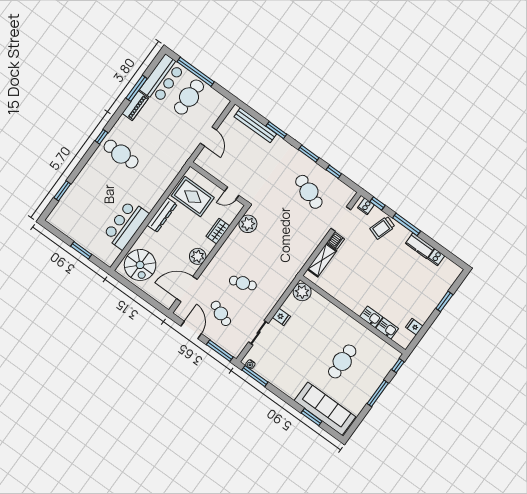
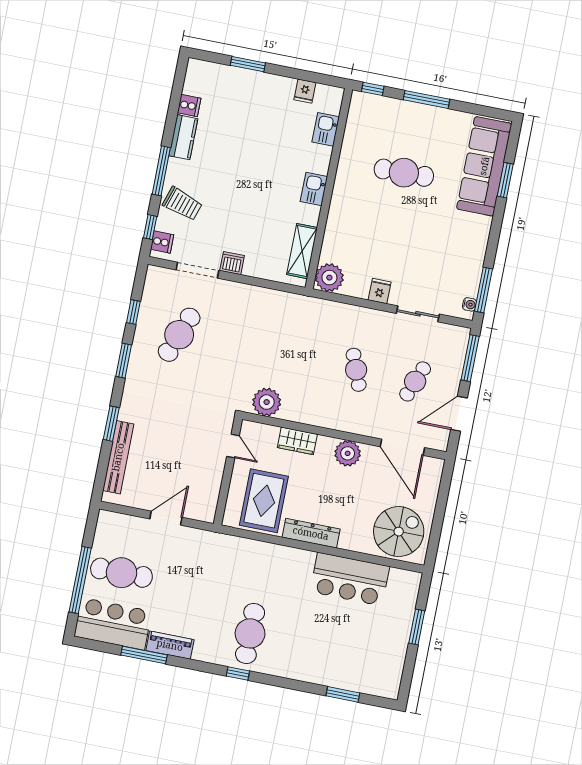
shelving: (322, 260) -> (302, 251), moved, turned 90
kitchen sink: (371, 317) -> (314, 189), moved

